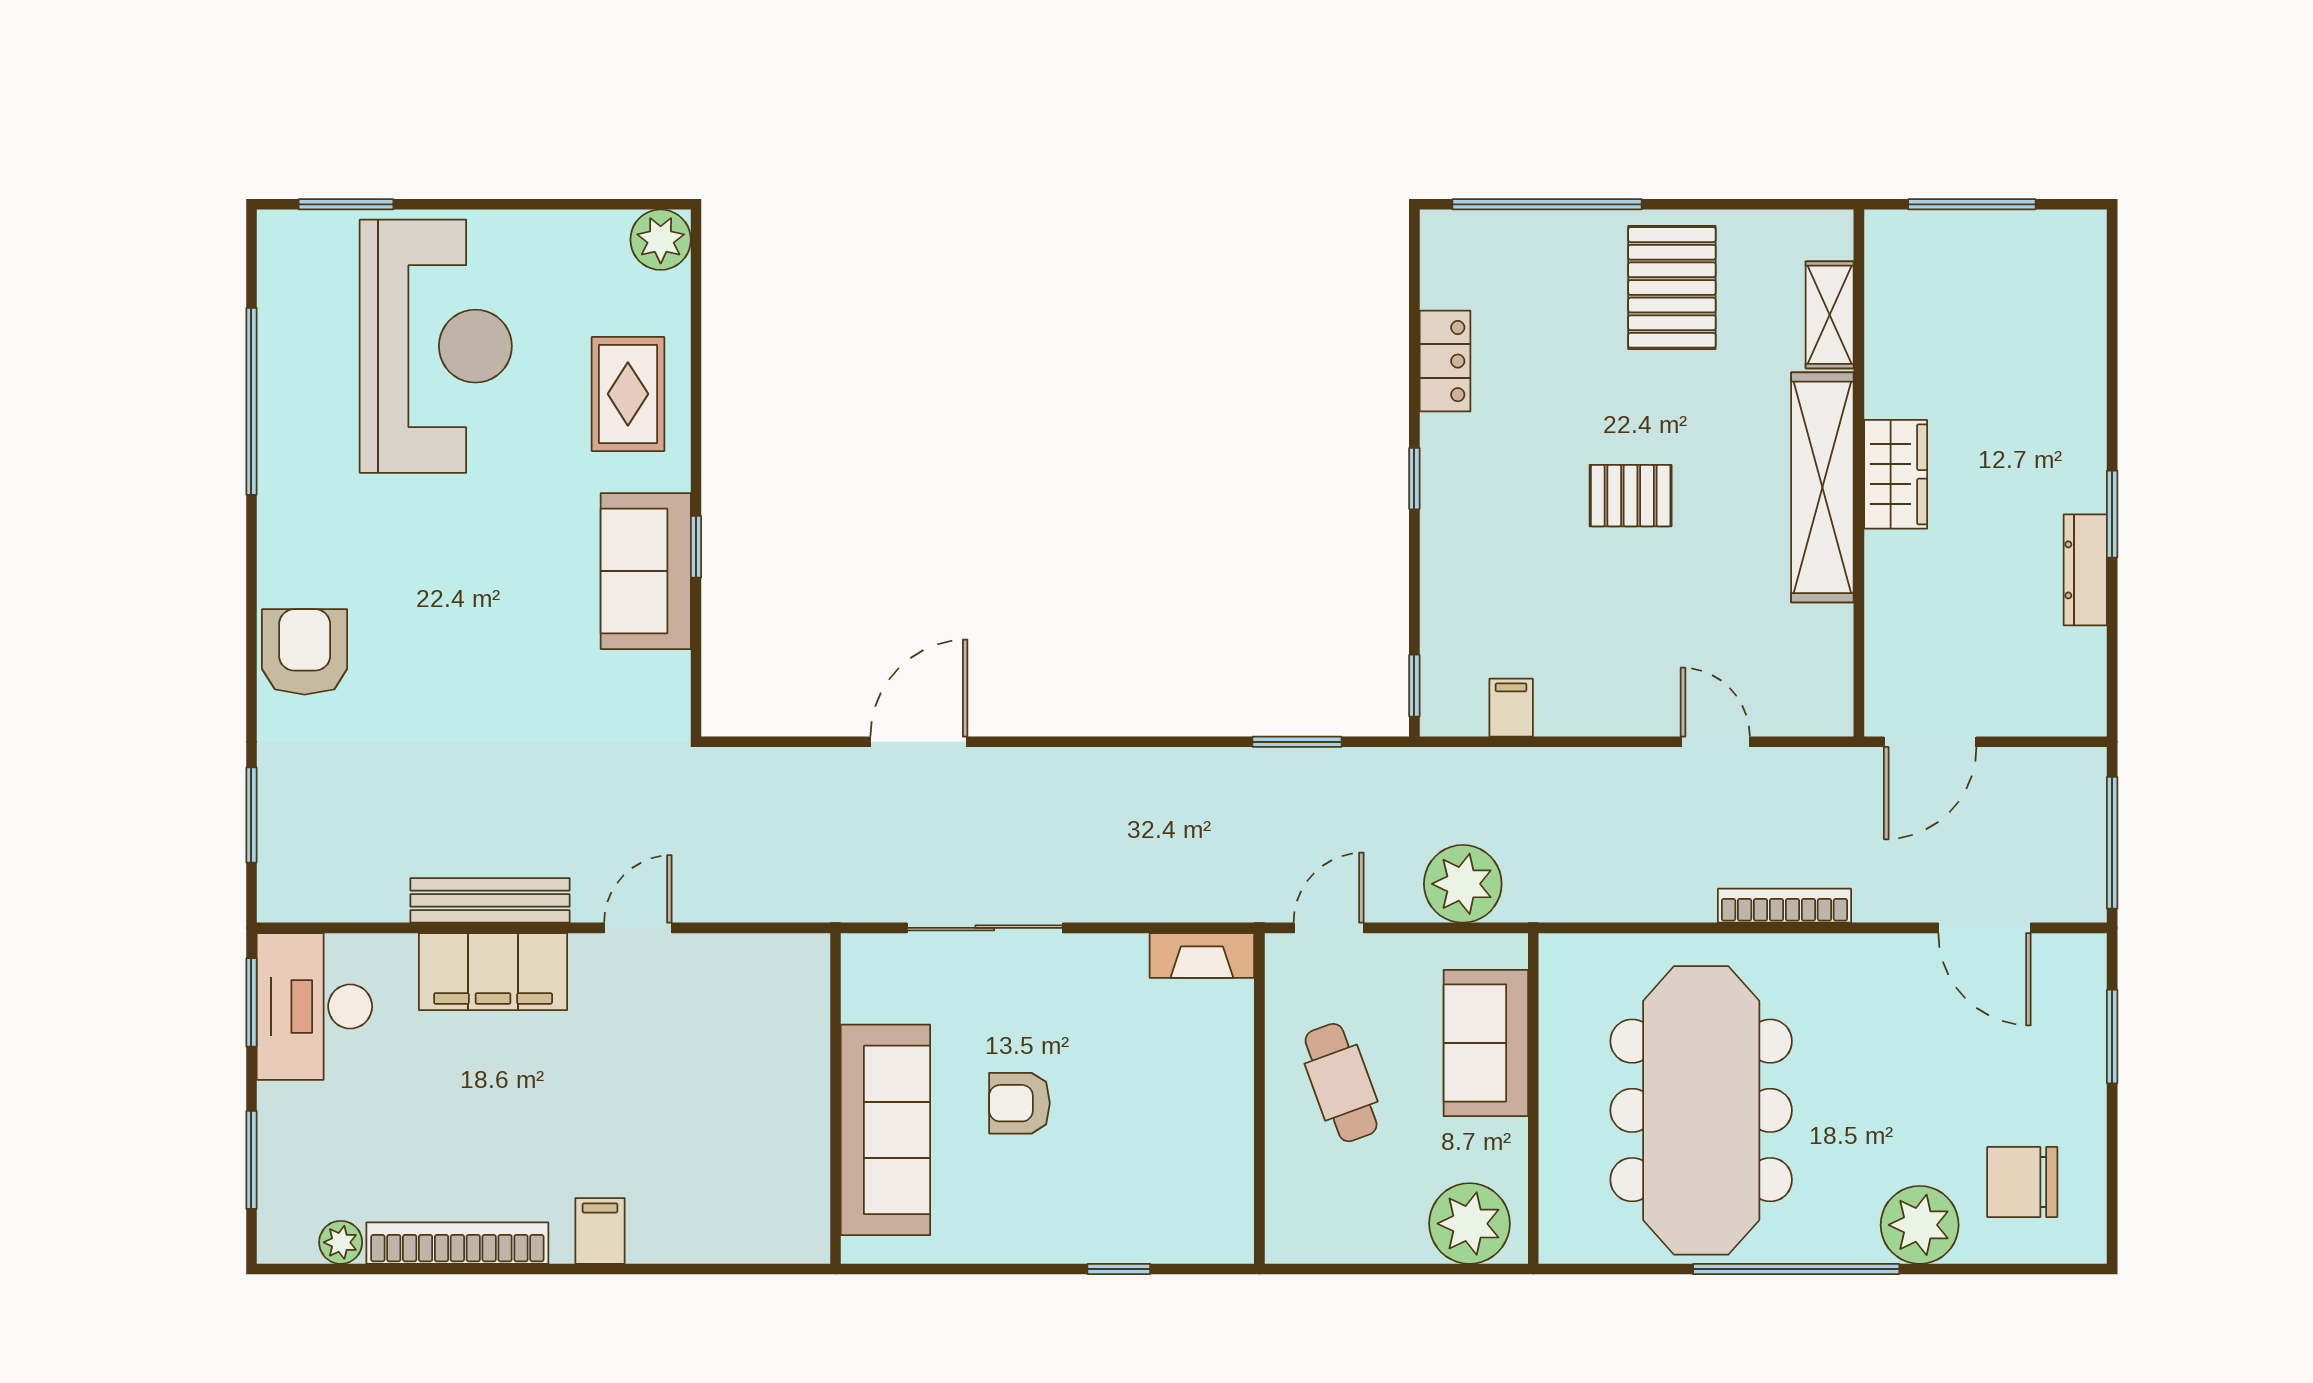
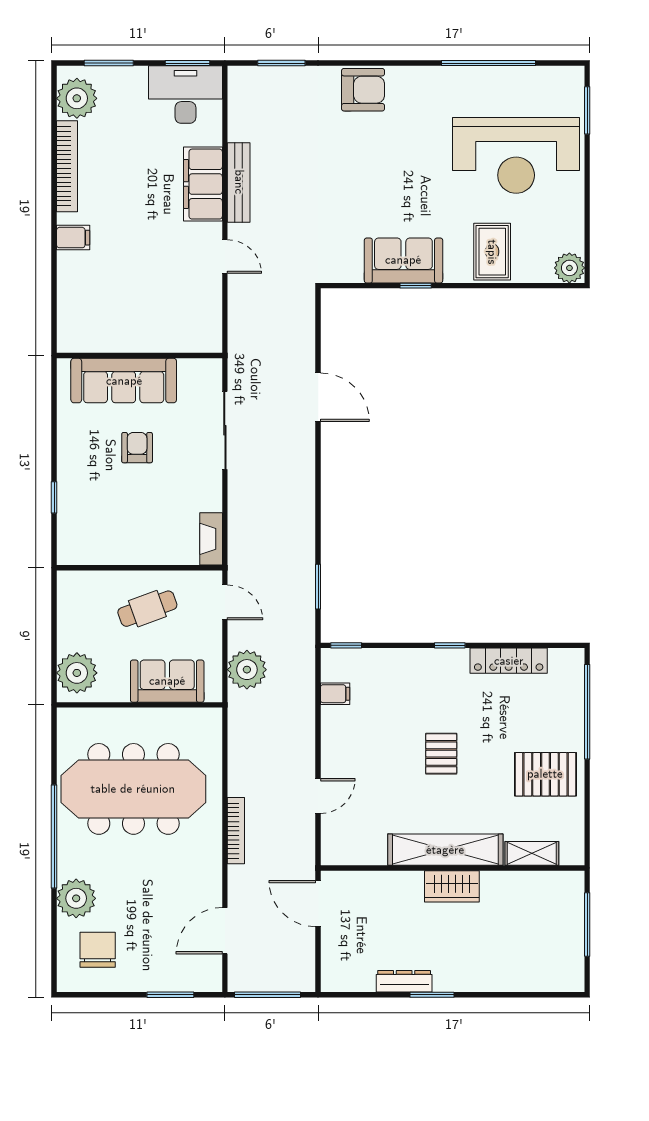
locker: (1445, 361) -> (509, 661), width x1.53
rug: (628, 394) -> (492, 252), turned 90
plant: (341, 1242) -> (77, 98), width x1.87, depth x1.87

